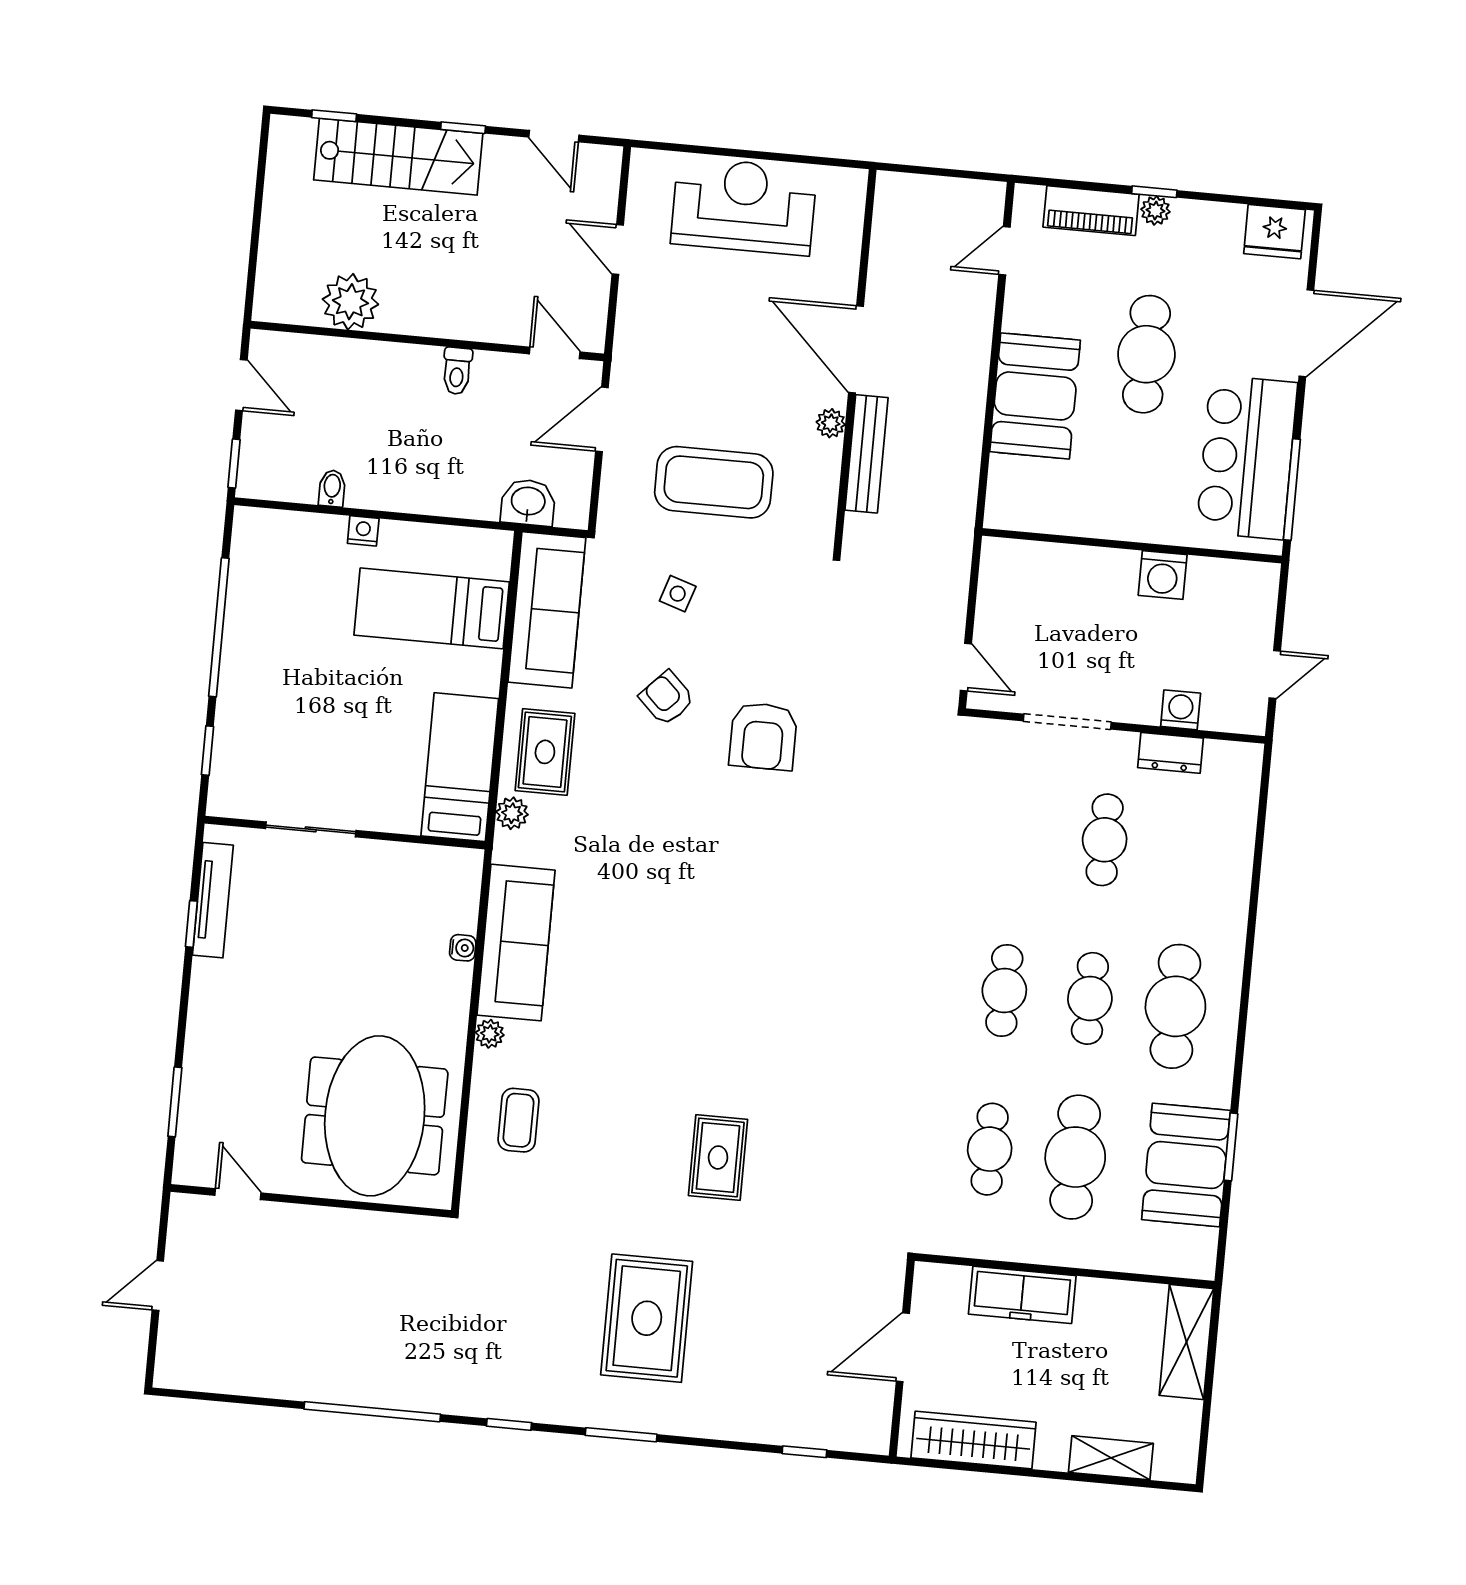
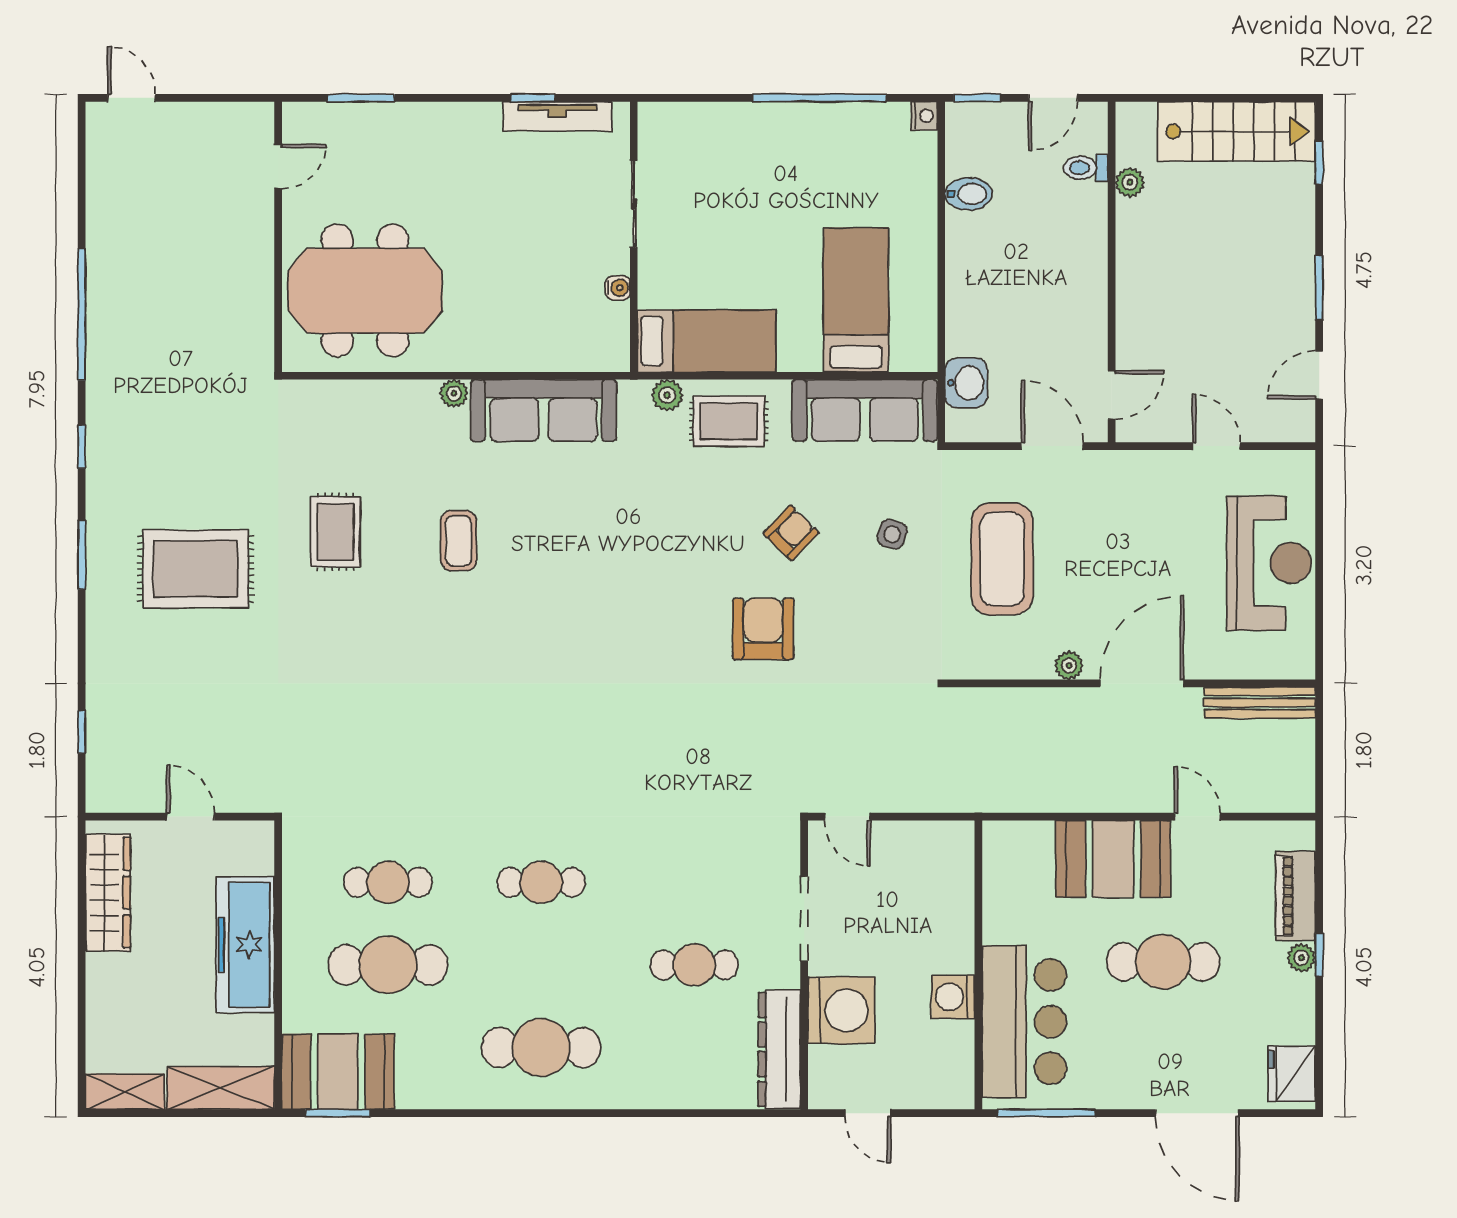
window: (463, 128) -> (1319, 287), width x1.50
stairs: (398, 157) -> (1236, 131), moved, turned -90
door: (618, 250) -> (1216, 446), hinge flipped
door: (1004, 251) -> (1197, 817), moved
plant: (350, 302) -> (1130, 182), width x0.53, depth x0.53
toilet: (457, 371) -> (1086, 168), moved
bench: (867, 454) -> (1260, 703), moved
bar counter: (1247, 457) -> (1024, 1022), moved, turned 90
bidet: (332, 488) -> (969, 194), width x1.38, depth x1.36
nightstand: (363, 531) -> (924, 116), moved
door: (966, 667) -> (847, 817), hinge flipped
washing machine: (1181, 710) -> (841, 1010), width x1.89, depth x1.89
armchair: (763, 736) -> (763, 629), turned 90
window: (207, 751) -> (700, 98), removed
dresser: (1171, 753) -> (779, 1049), width x1.96, depth x1.24
water cooler: (463, 948) -> (618, 288), moved, turned -90
cafe table: (1090, 998) -> (541, 965), removed
coffee table: (519, 1120) -> (459, 541), moved, turned 90
window: (1231, 1147) -> (338, 1113), moved
rug: (718, 1157) -> (336, 532), moved, turned 90
booth: (1186, 1165) -> (338, 1072), moved
door: (158, 1286) -> (132, 98), moved
freezer: (1022, 1295) -> (245, 945), width x1.36, depth x1.26
door: (903, 1347) -> (190, 817), width x0.73
shelving: (1111, 1458) -> (125, 1092), moved, turned 90

